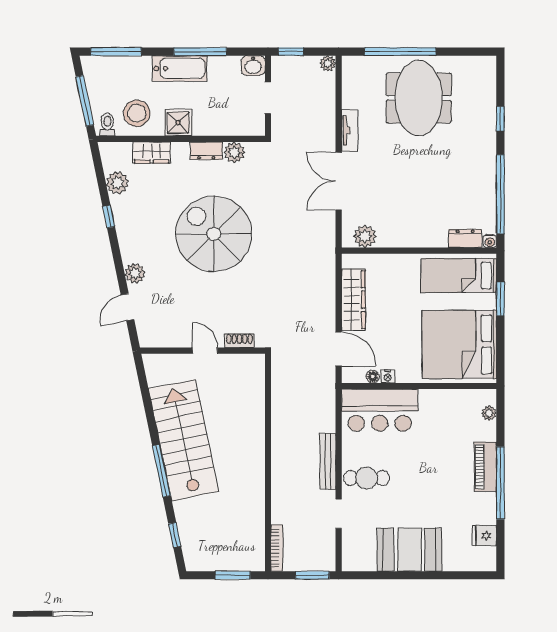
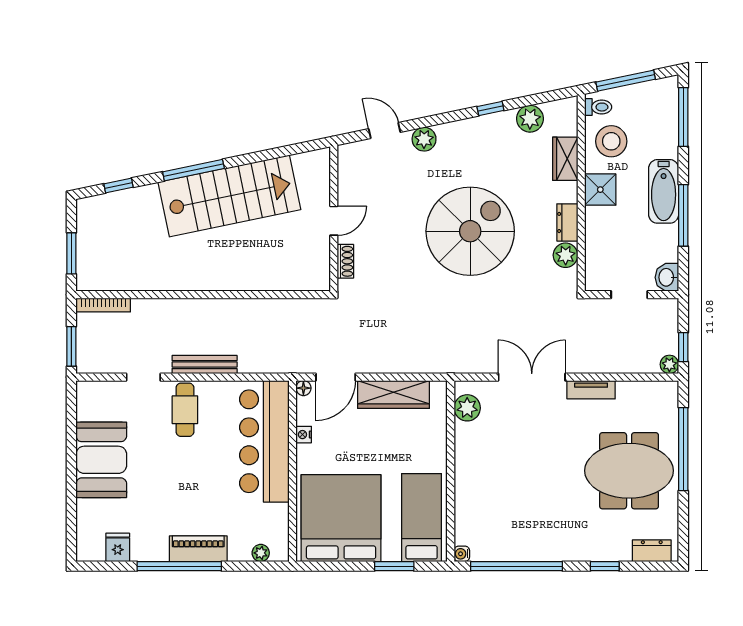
window: (291, 52) -> (683, 347), moved
dresser: (465, 238) -> (652, 551), moved, turned -90
floor lamp: (373, 377) -> (303, 388), moved
bar counter: (380, 410) -> (264, 441), width x1.36

